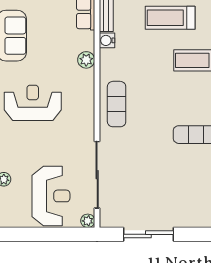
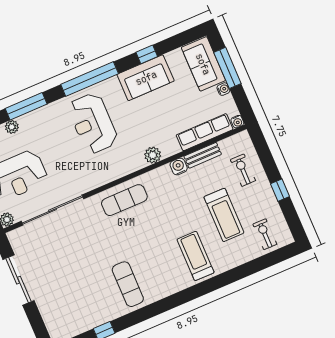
treadmill: (170, 18) -> (224, 215), turned 180
reception desk: (33, 103) -> (93, 123), turned 180

